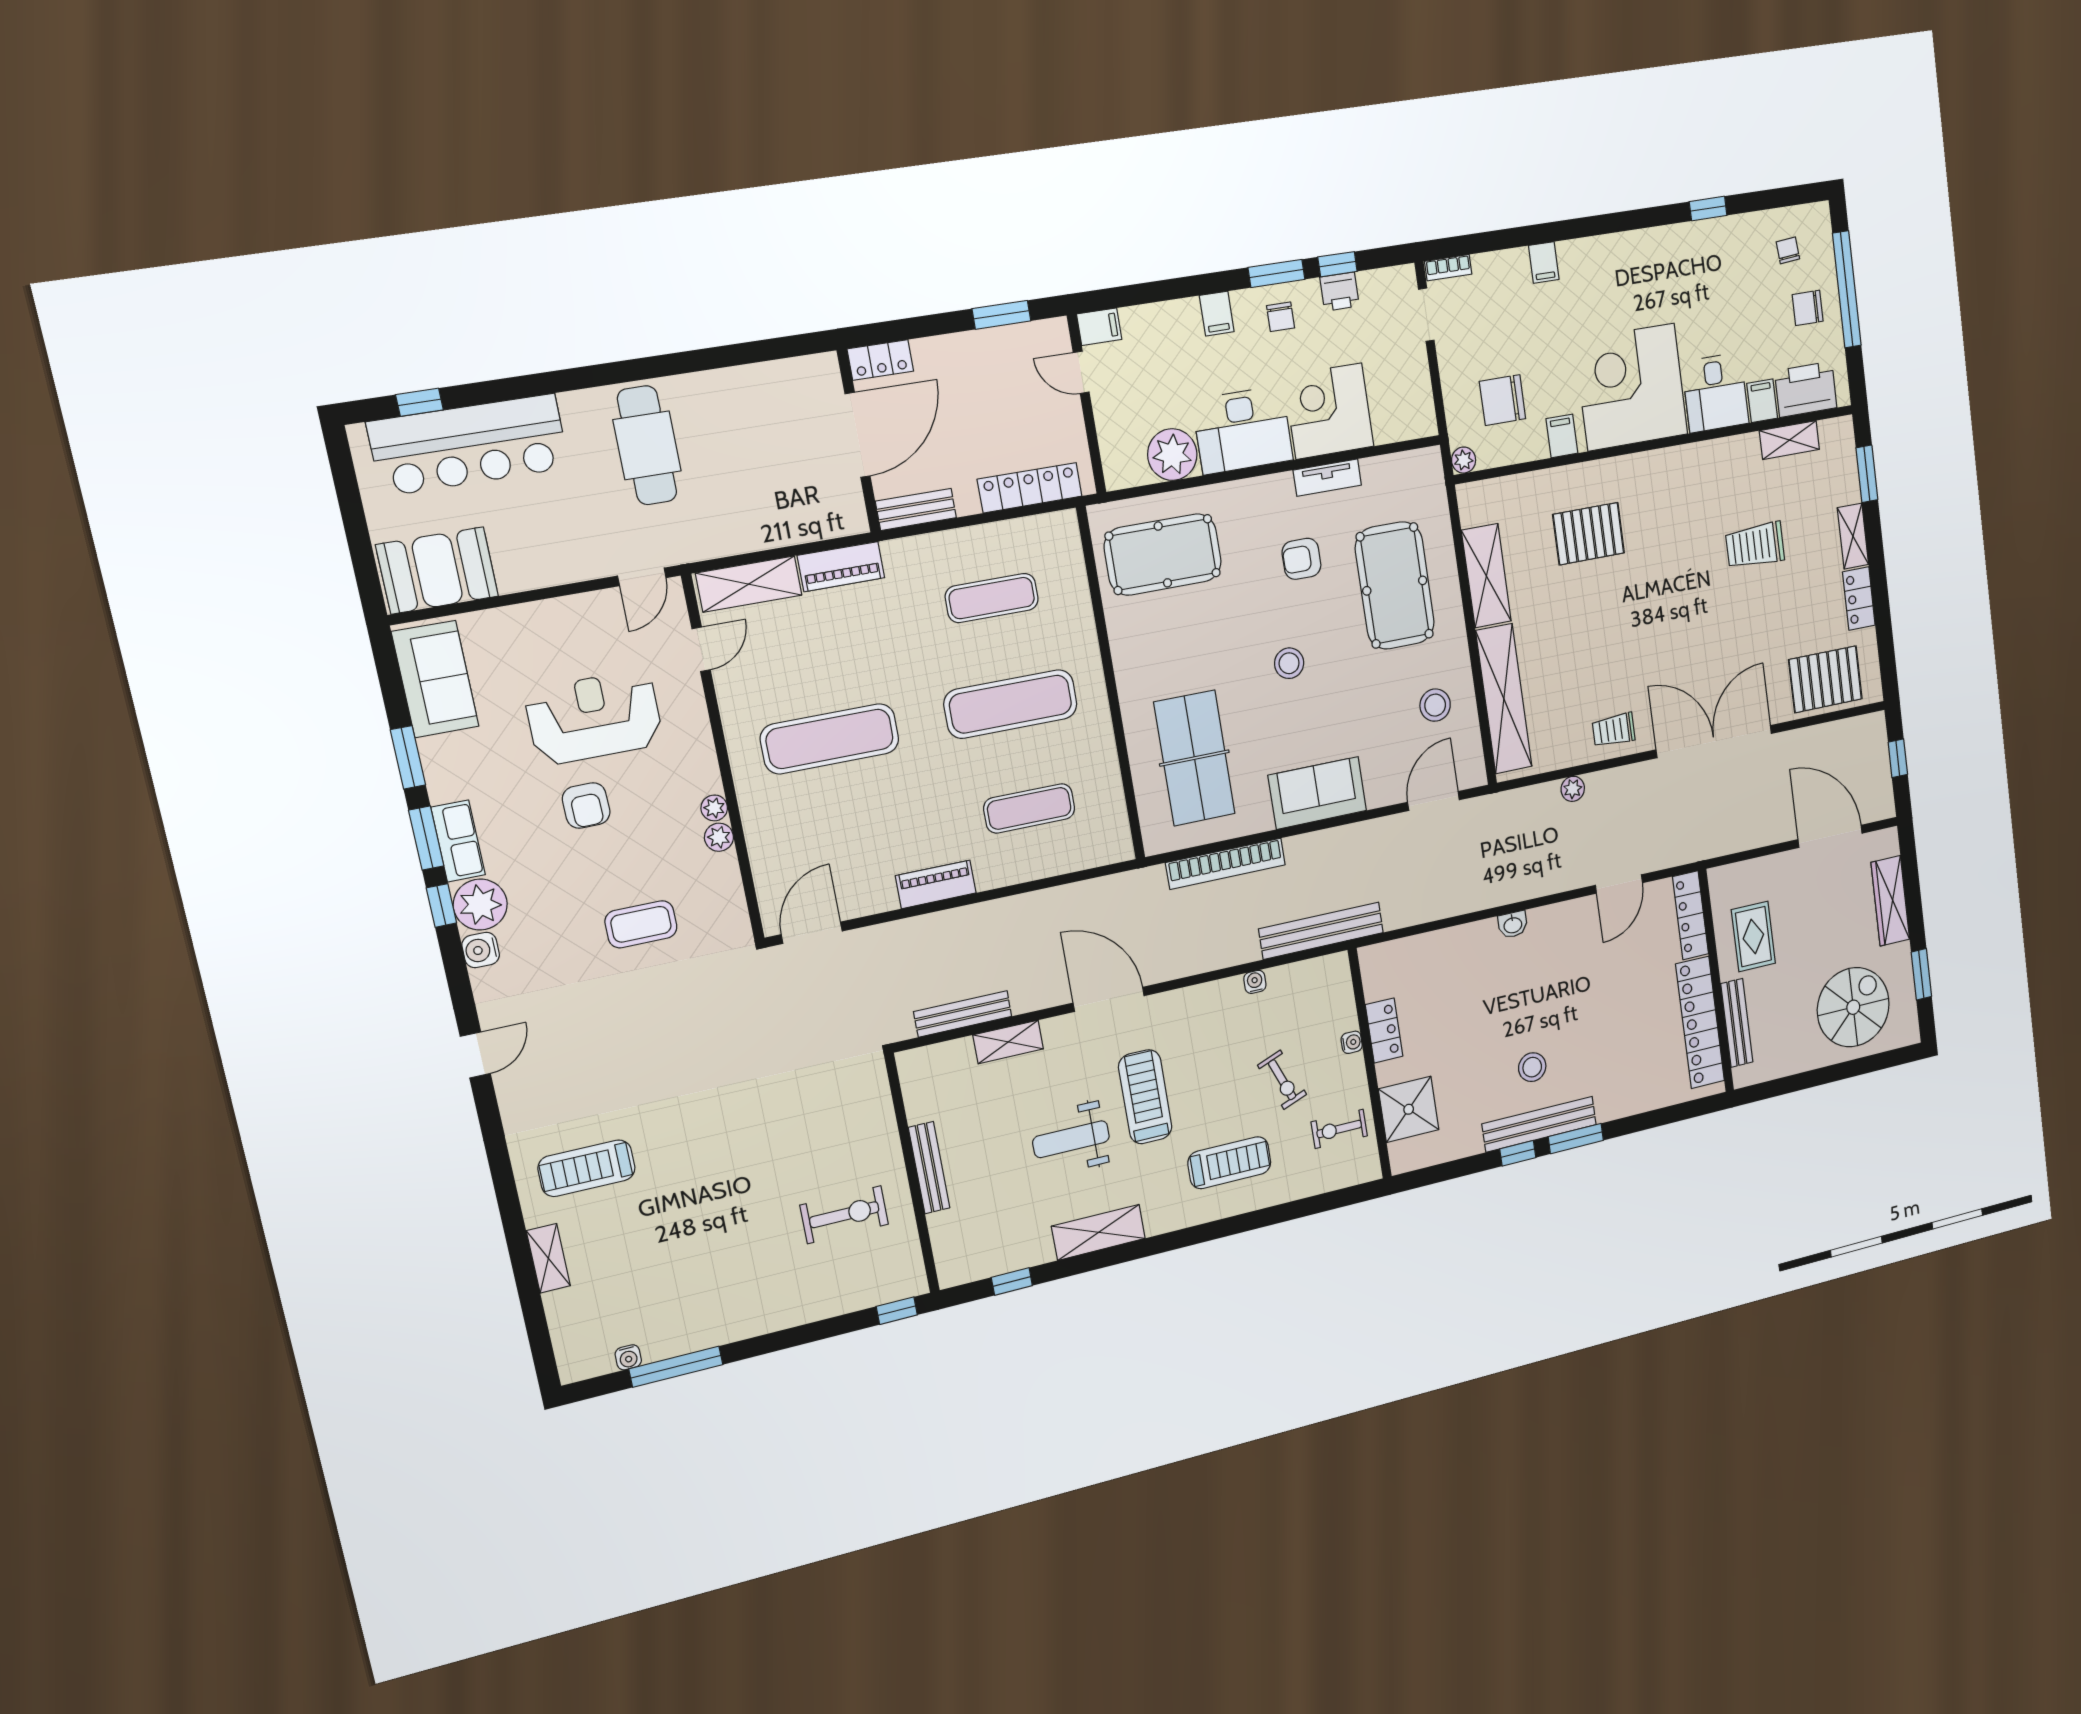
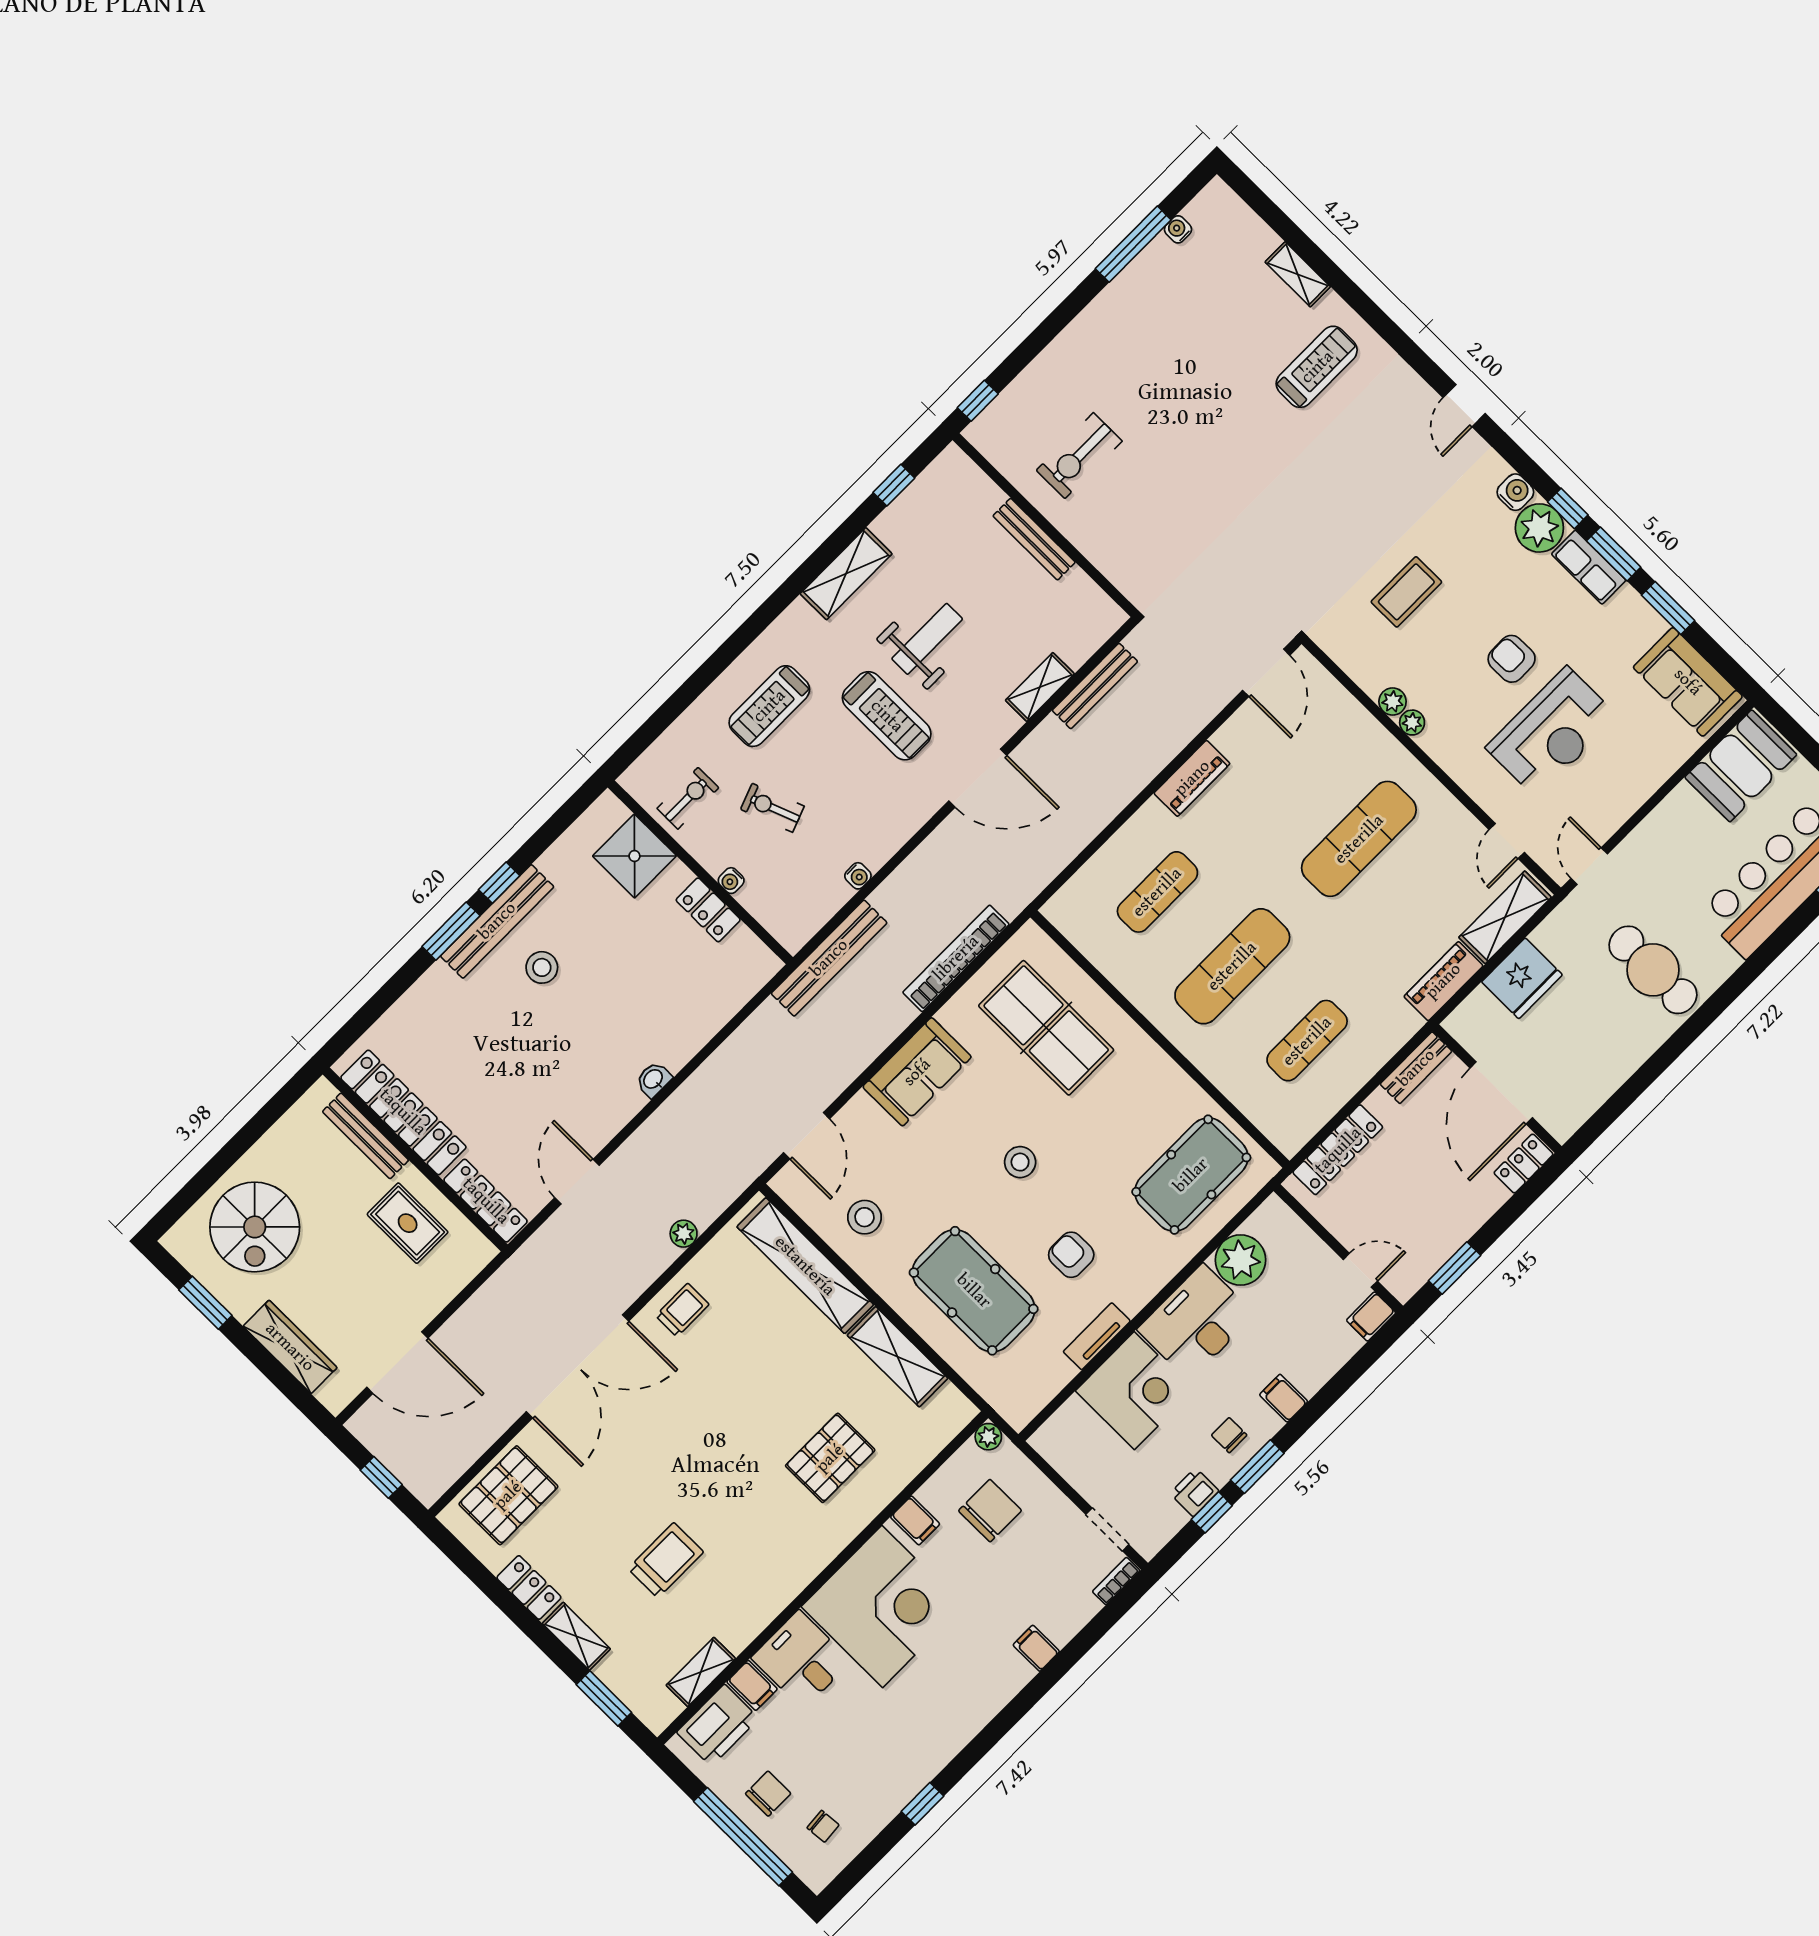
fridge: (771, 521) -> (1522, 978), added
armchair: (1301, 559) -> (1071, 1255), turned -90

